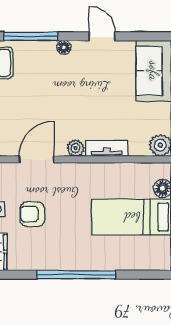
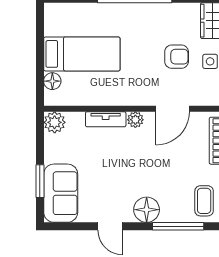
floor lamp: (64, 47) -> (147, 210), width x1.89, depth x1.89

